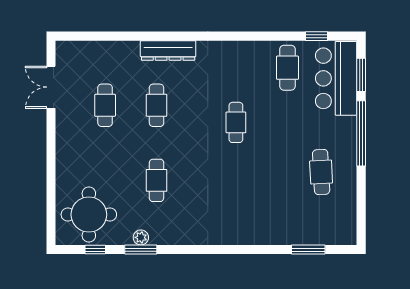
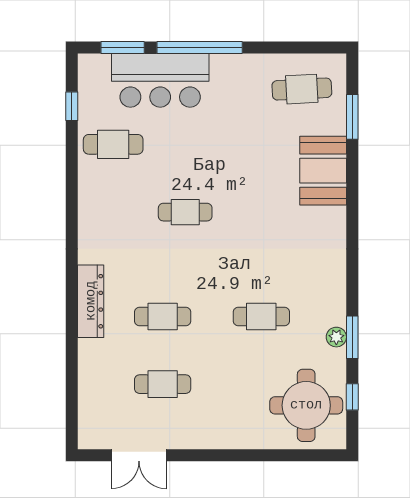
bar counter: (336, 78) -> (160, 80), moved
cafe table: (321, 172) -> (302, 89), moved
booth: (267, 227) -> (323, 171), added

